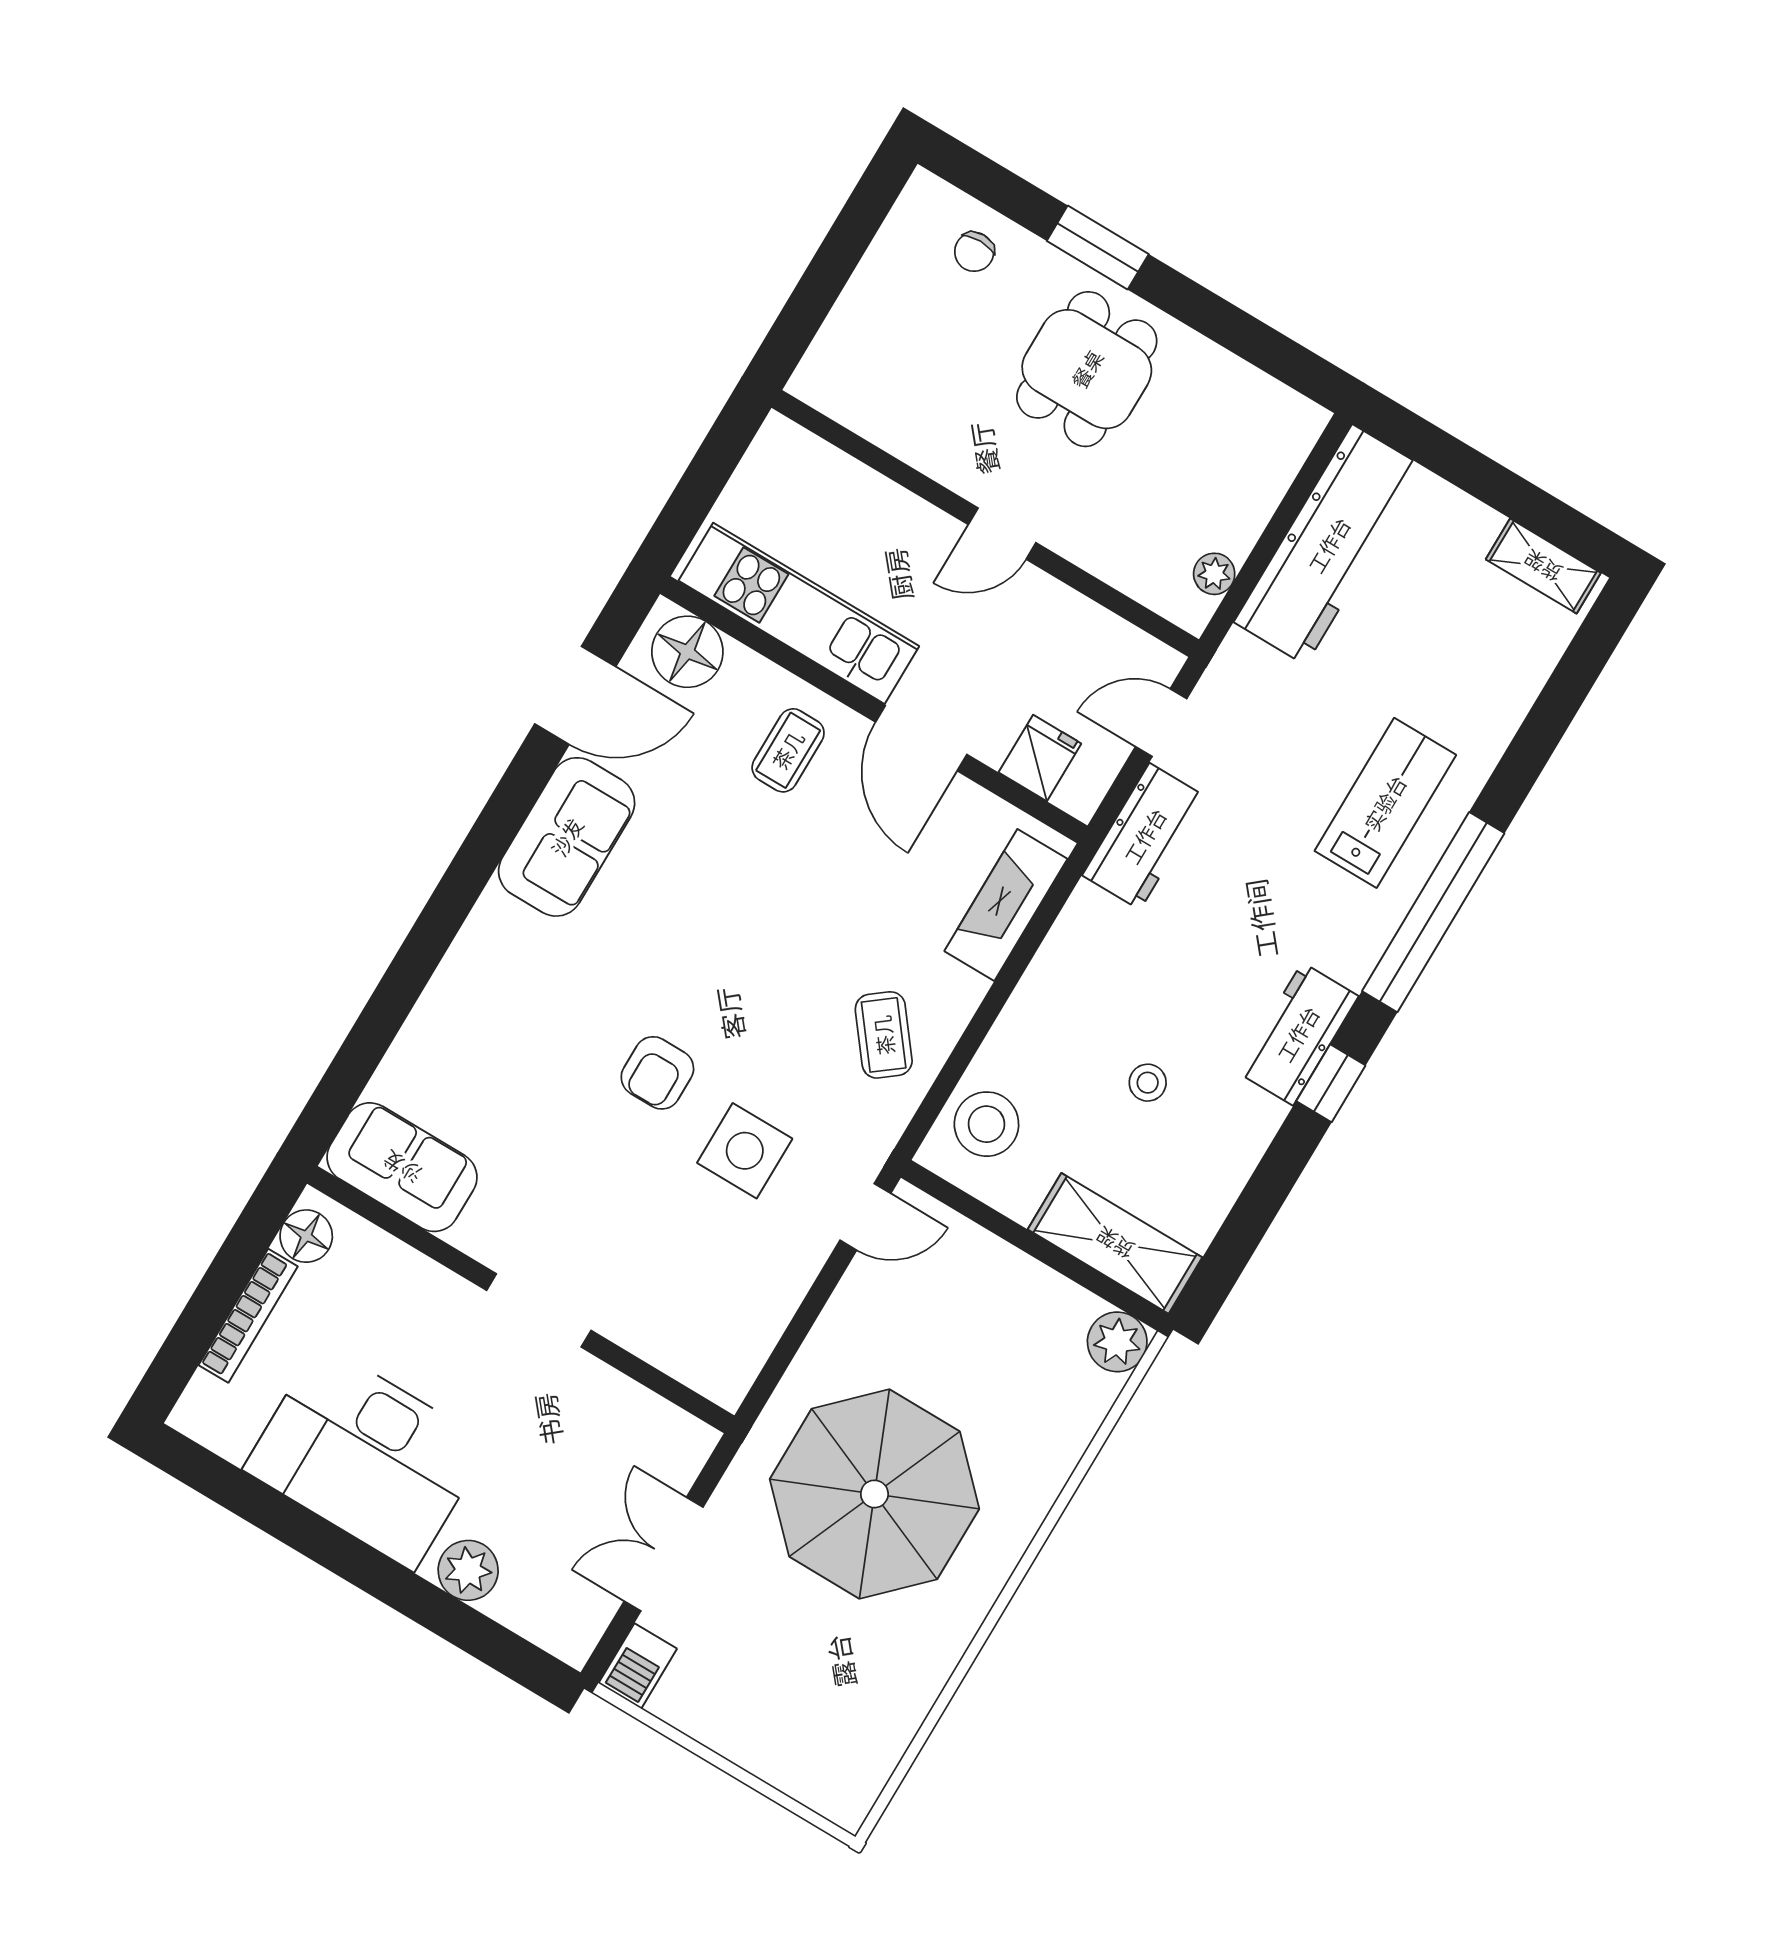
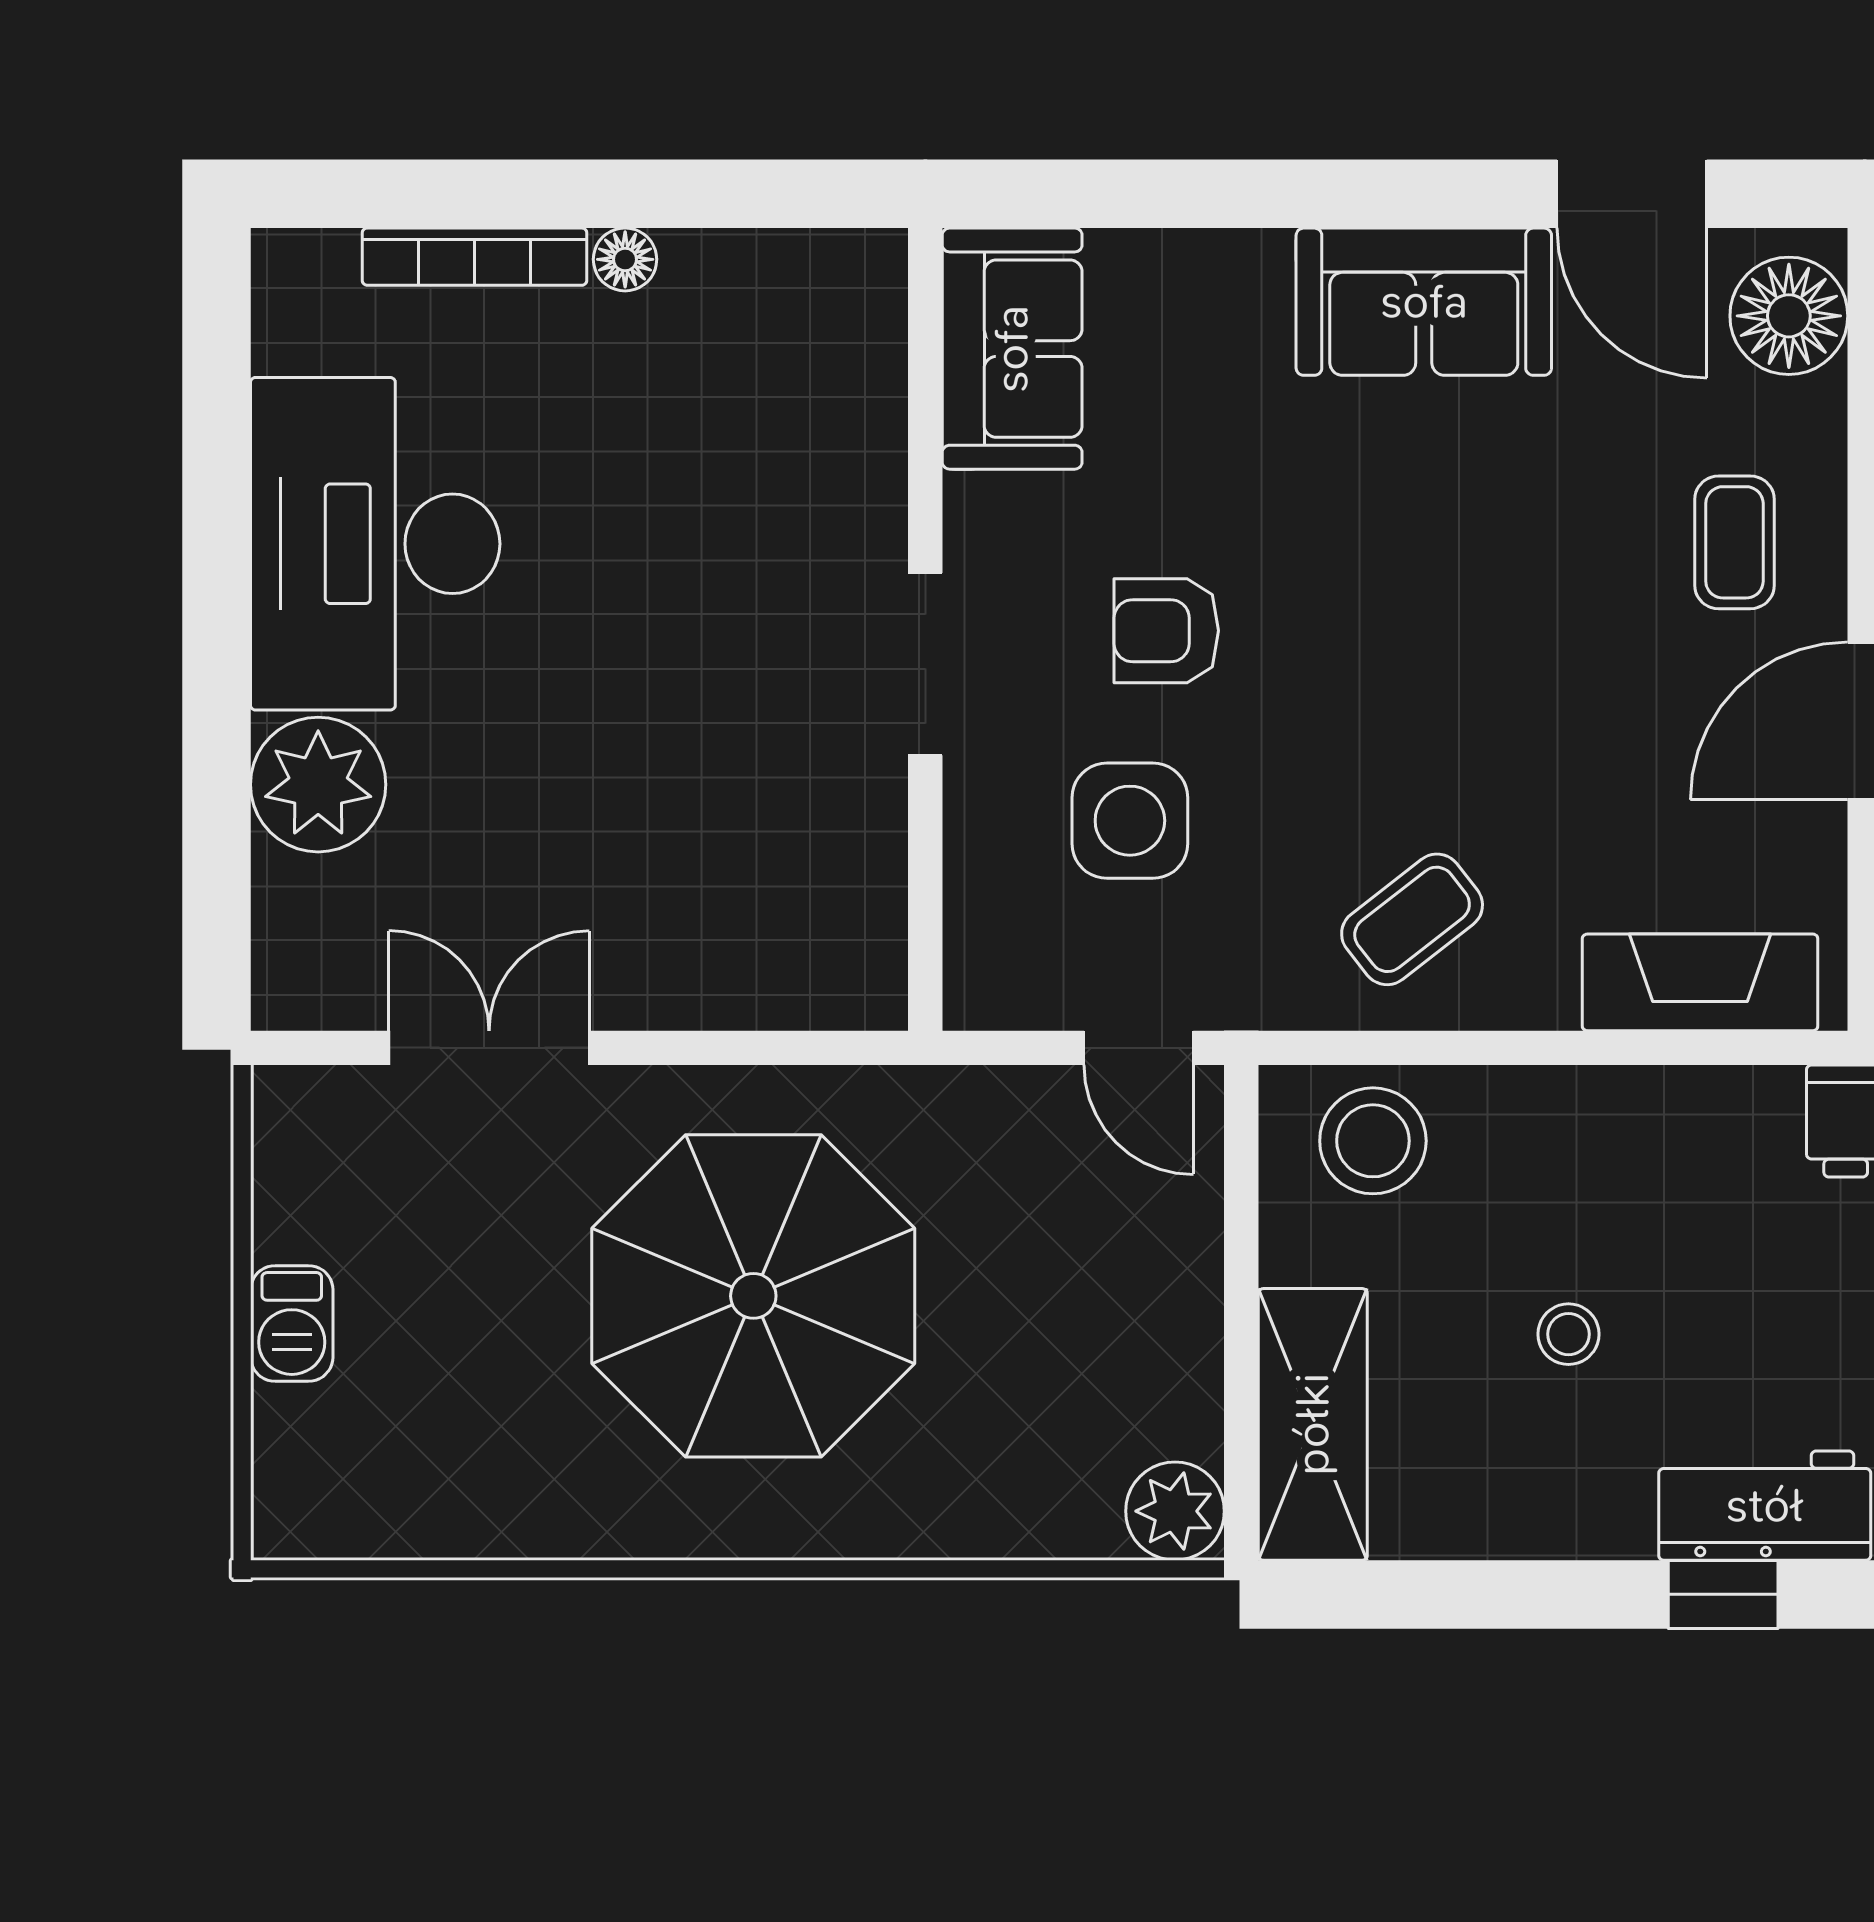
coffee table: (788, 750) -> (1734, 542), turned 90
sofa: (402, 1167) -> (1012, 349), moved
floor lamp: (306, 1236) -> (625, 259), width x0.73, depth x0.73
wall: (521, 1300) -> (925, 629), moved
doorway: (539, 1310) -> (925, 664), moved
plant: (468, 1570) -> (318, 785), width x1.36, depth x1.36
barbecue: (638, 1666) -> (292, 1323), moved, turned -90

